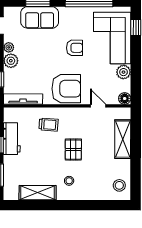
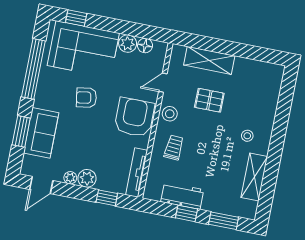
armchair: (74, 48) -> (86, 98), turned -99
floor lamp: (125, 99) -> (145, 45), moved
pallet: (73, 150) -> (209, 100), moved
stool: (119, 185) -> (170, 114), moved

